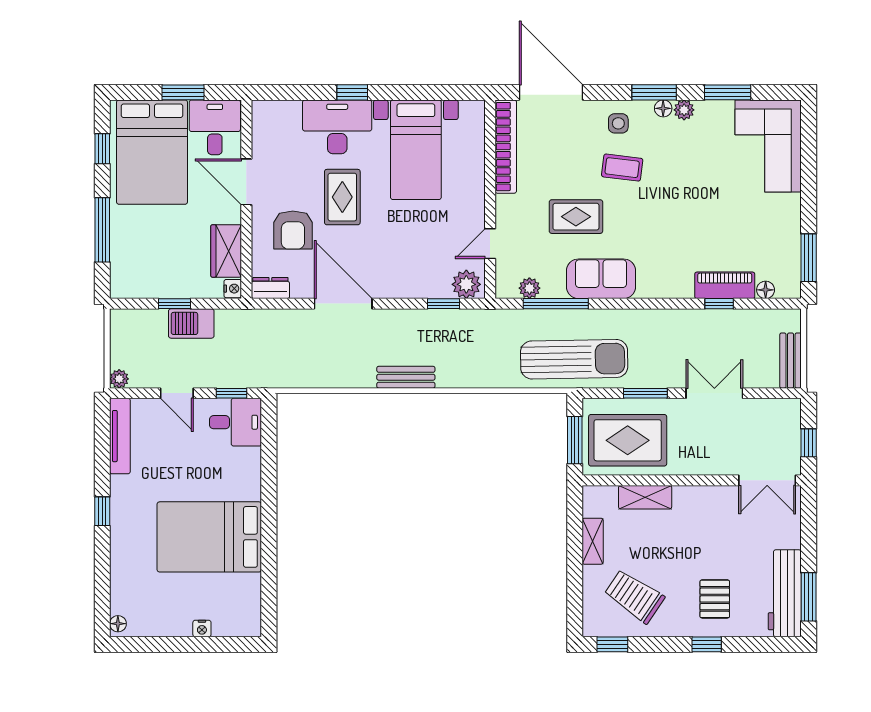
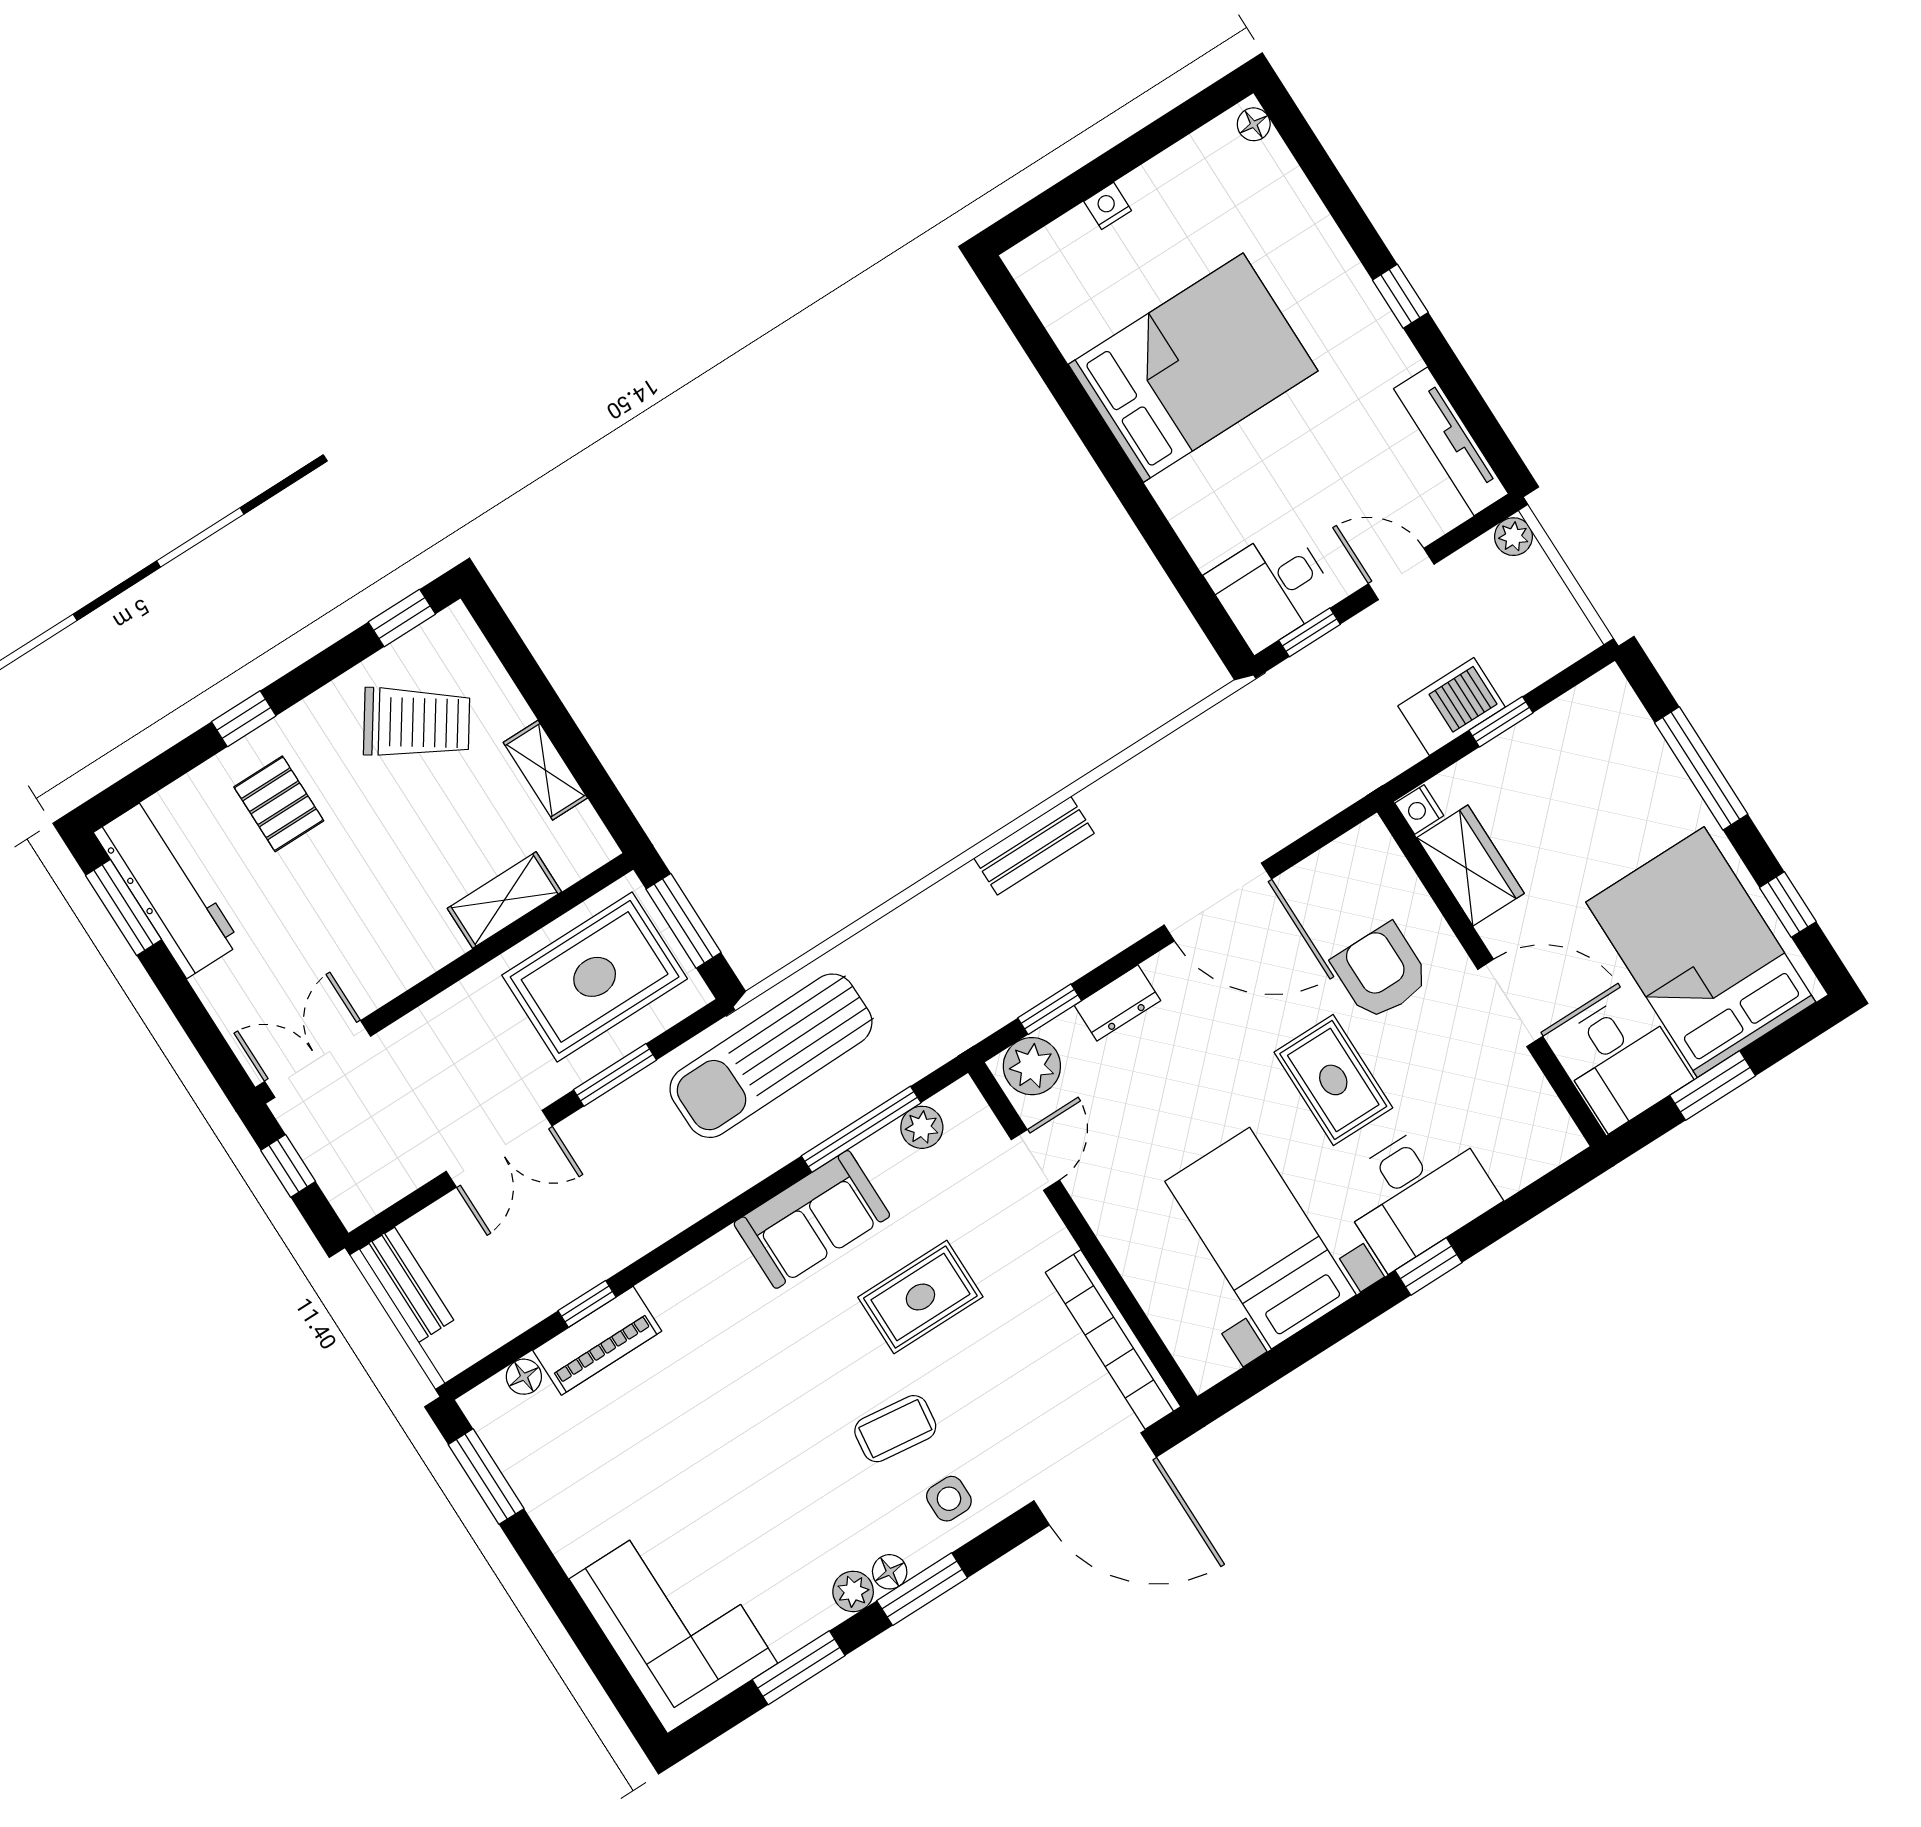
dresser: (270, 288) -> (1117, 1003), moved

